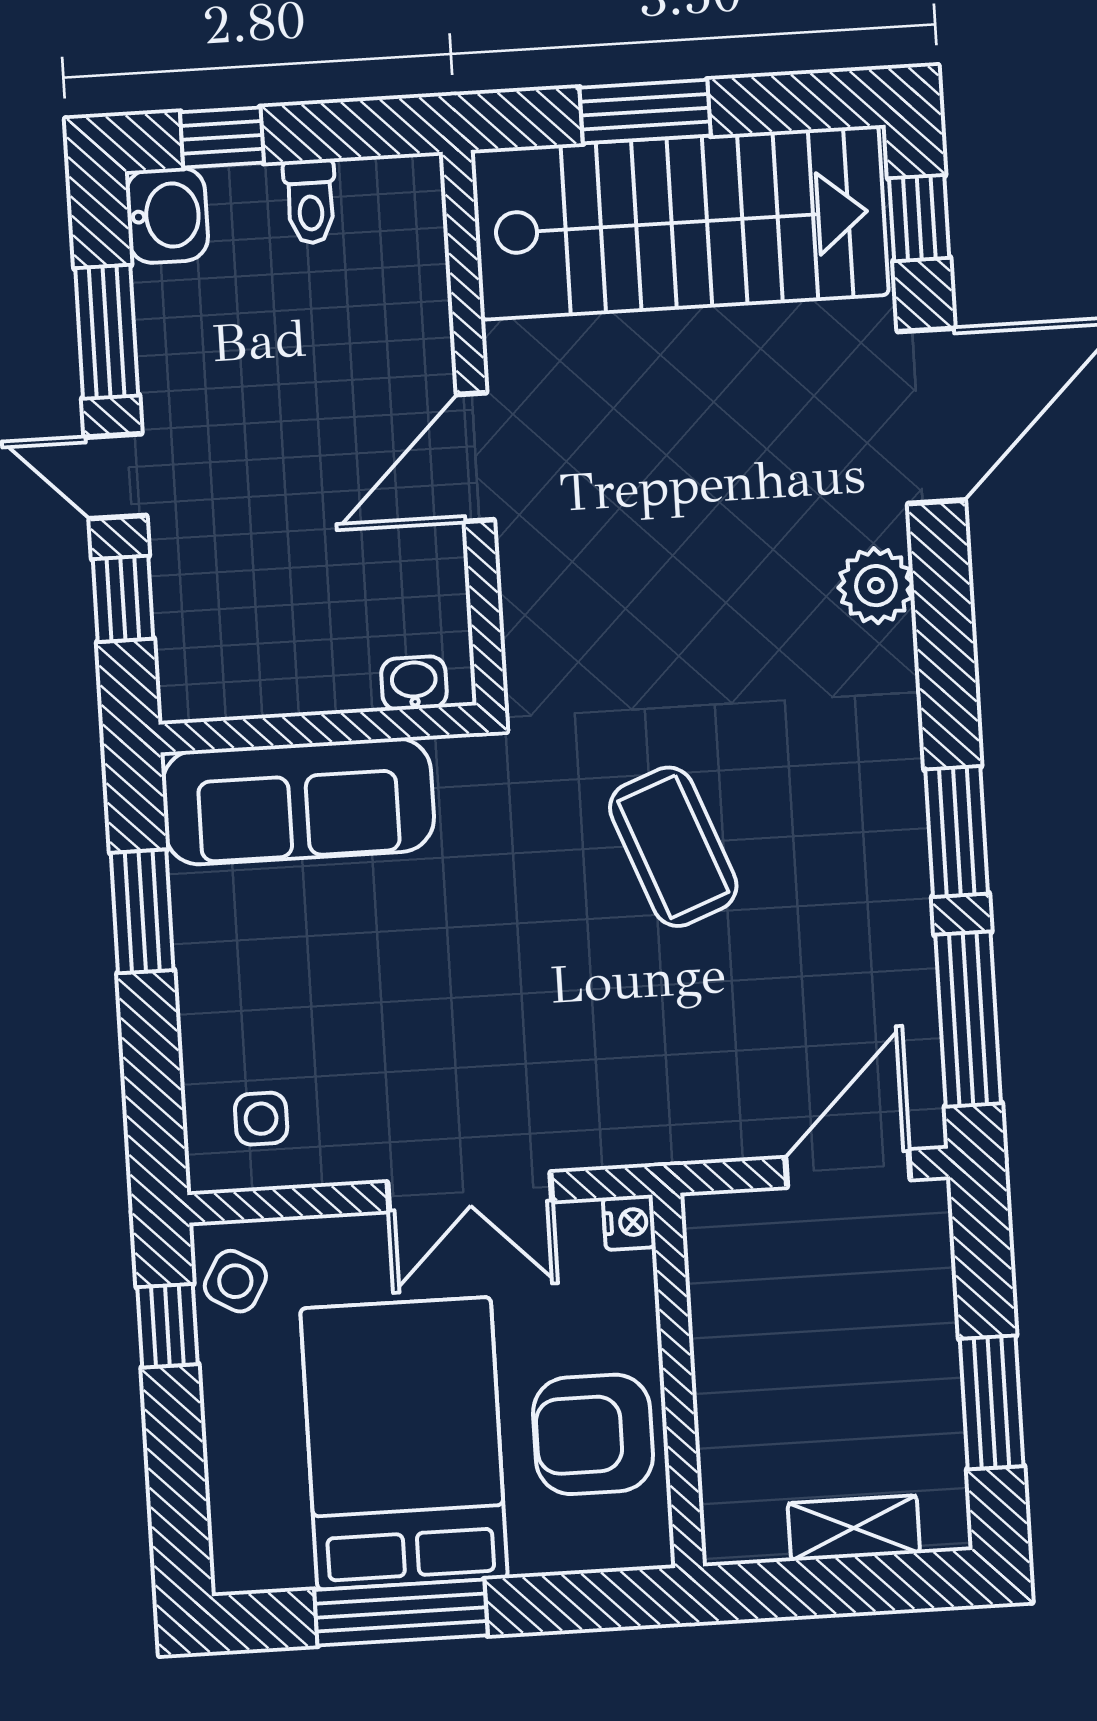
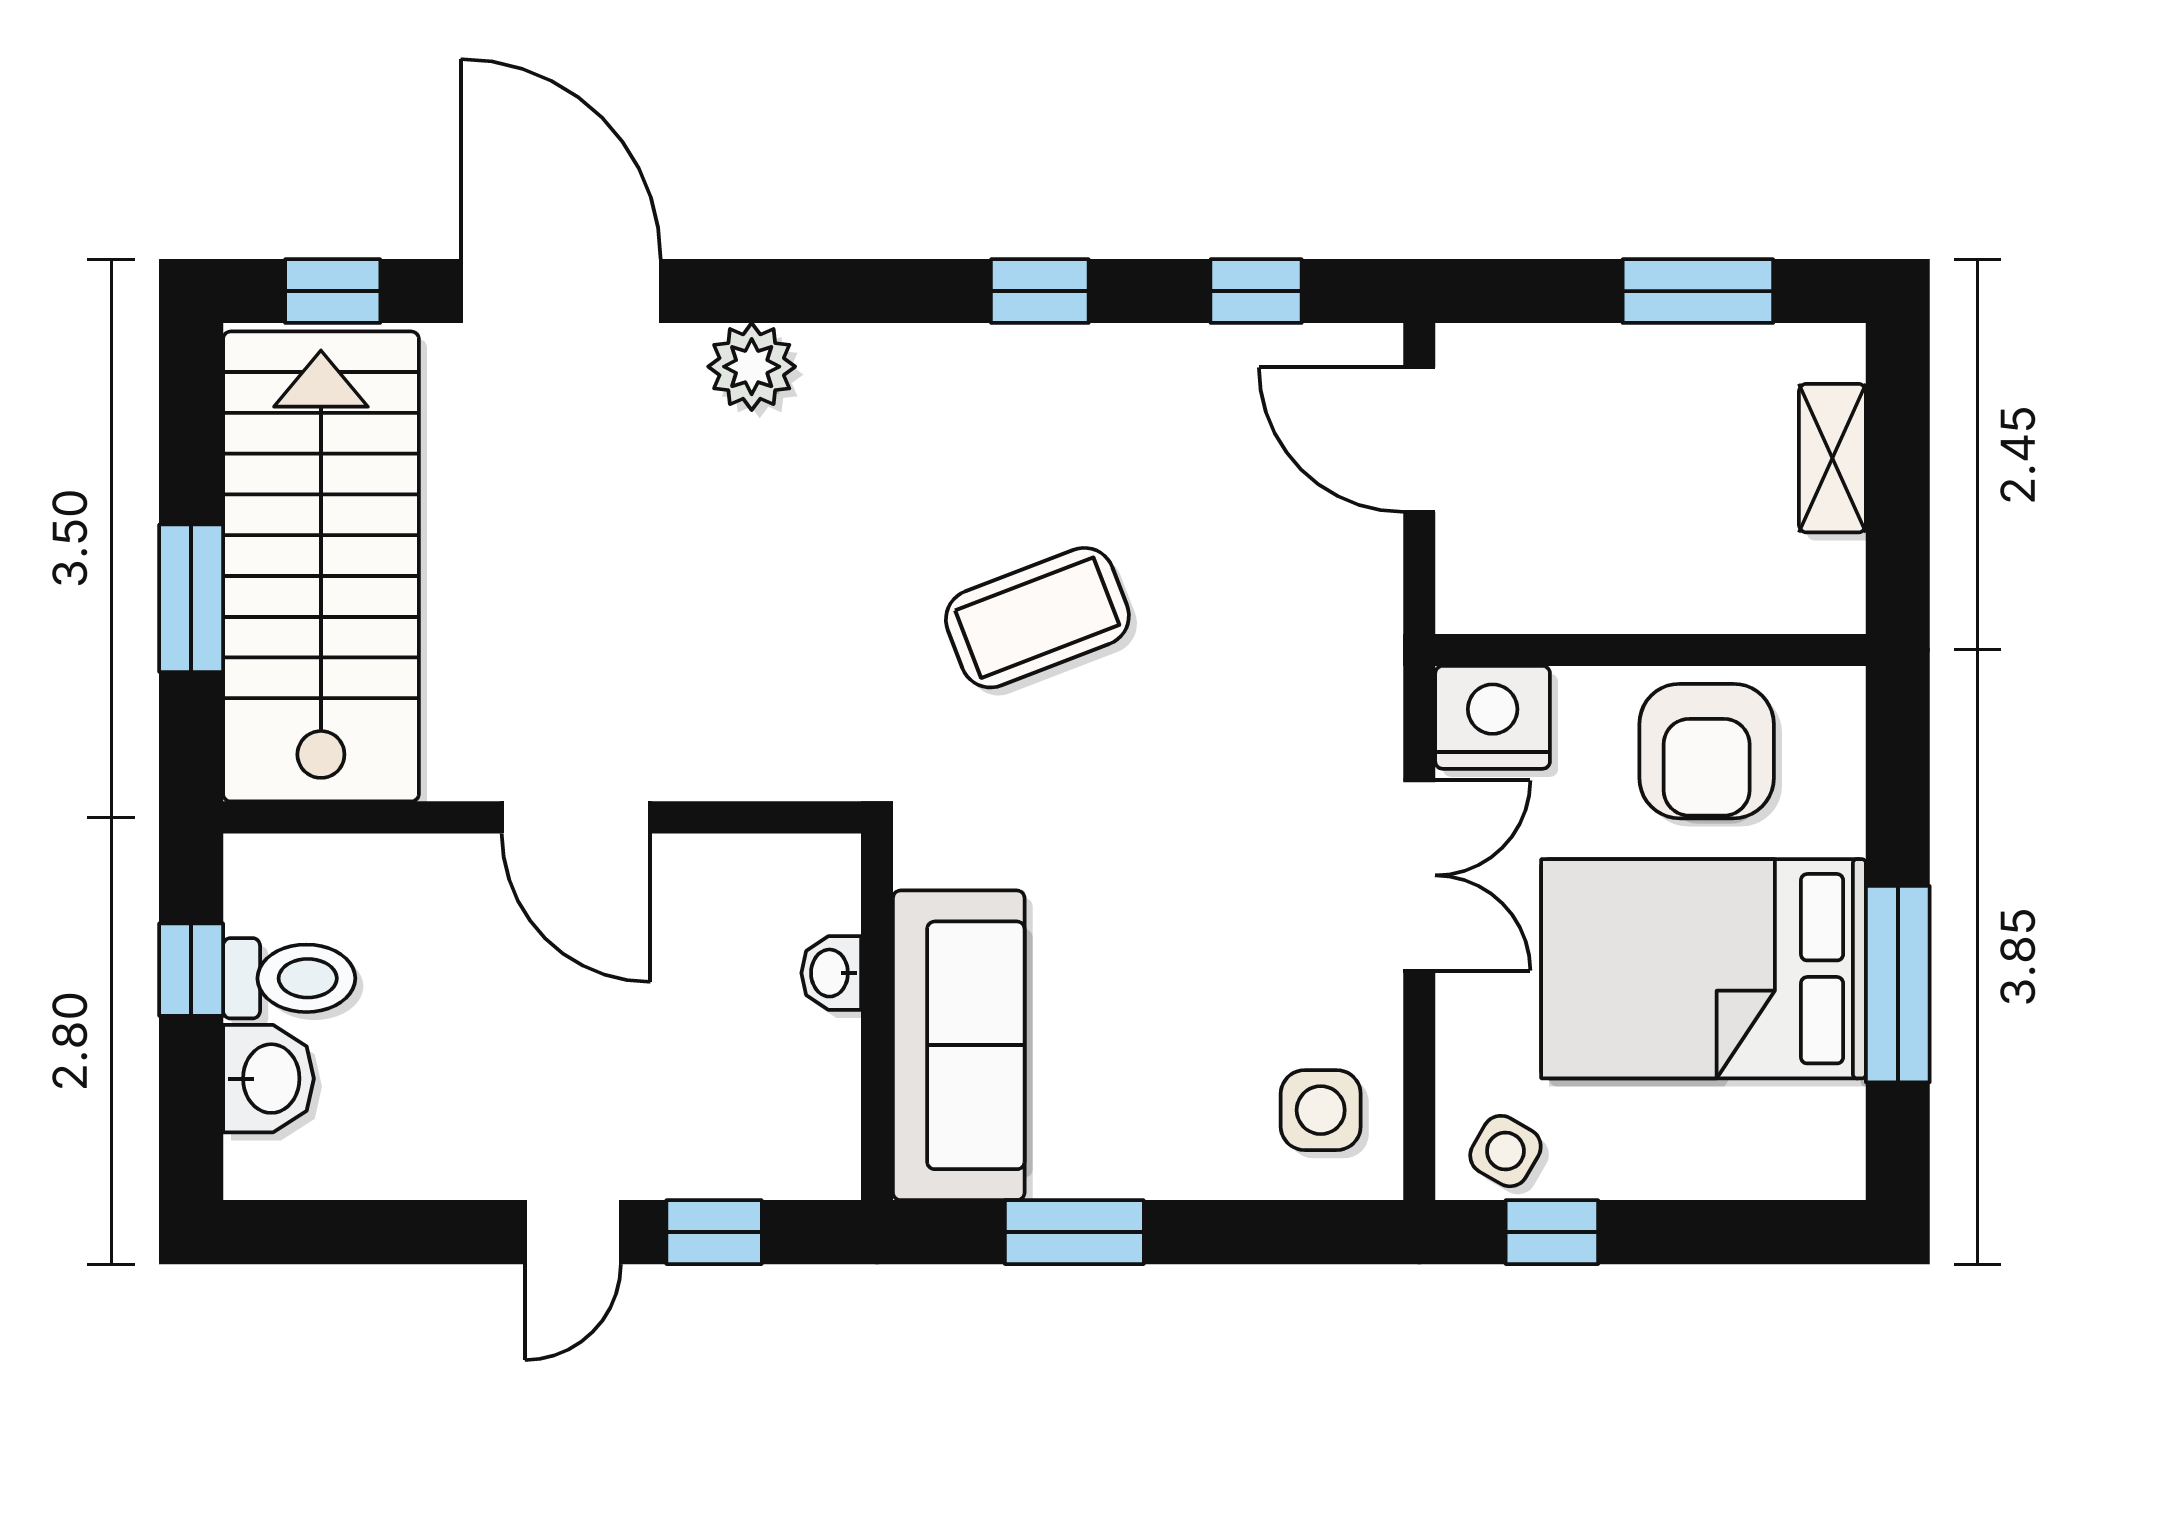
window: (222, 137) -> (191, 970), moved
toilet: (310, 201) -> (289, 978), width x1.37, depth x1.39
washbasin: (167, 215) -> (268, 1079), moved, turned 90
window: (107, 332) -> (406, 1232), removed
washbasin: (414, 683) -> (831, 973), moved
window: (957, 831) -> (1040, 291), width x0.67
window: (968, 1019) -> (1256, 291), width x0.46
side table: (261, 1119) -> (1321, 1110), width x1.37, depth x1.37
nightstand: (629, 1222) -> (1493, 717), width x1.89, depth x1.79

